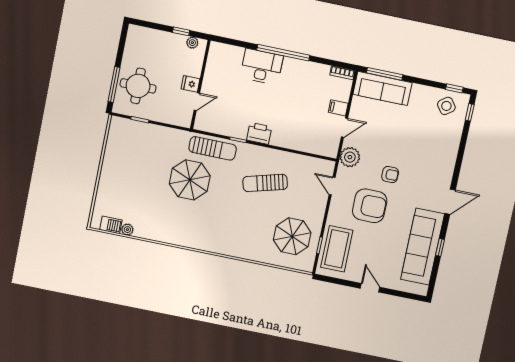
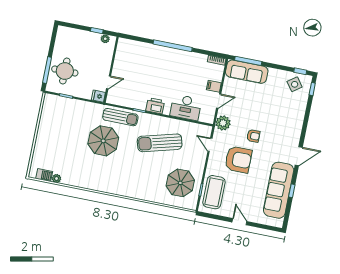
desk: (262, 67) -> (186, 107), moved, turned 180
fridge: (191, 84) -> (98, 96), moved
sun lounger: (265, 183) -> (160, 143), width x1.36, depth x1.34

